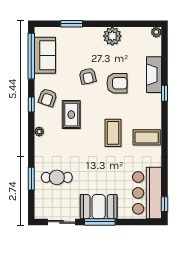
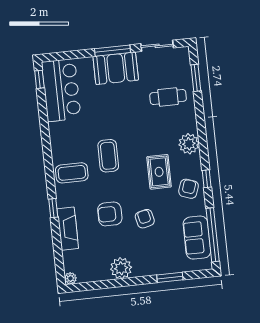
plant: (39, 132) -> (189, 144), width x1.88, depth x1.88
coffee table: (147, 137) -> (72, 173), moved
window: (31, 179) -> (196, 78), moved

